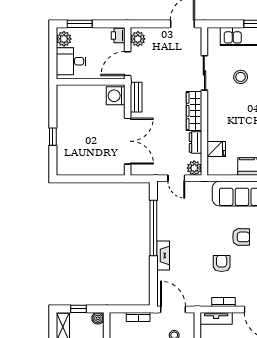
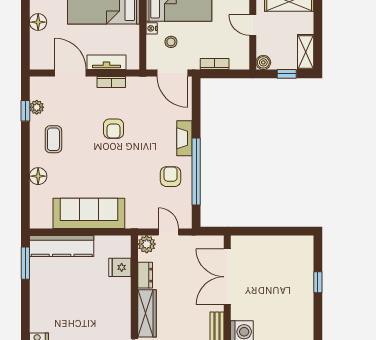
armchair: (241, 237) -> (171, 177), moved, turned 90
tv unit: (216, 318) -> (107, 62), moved

